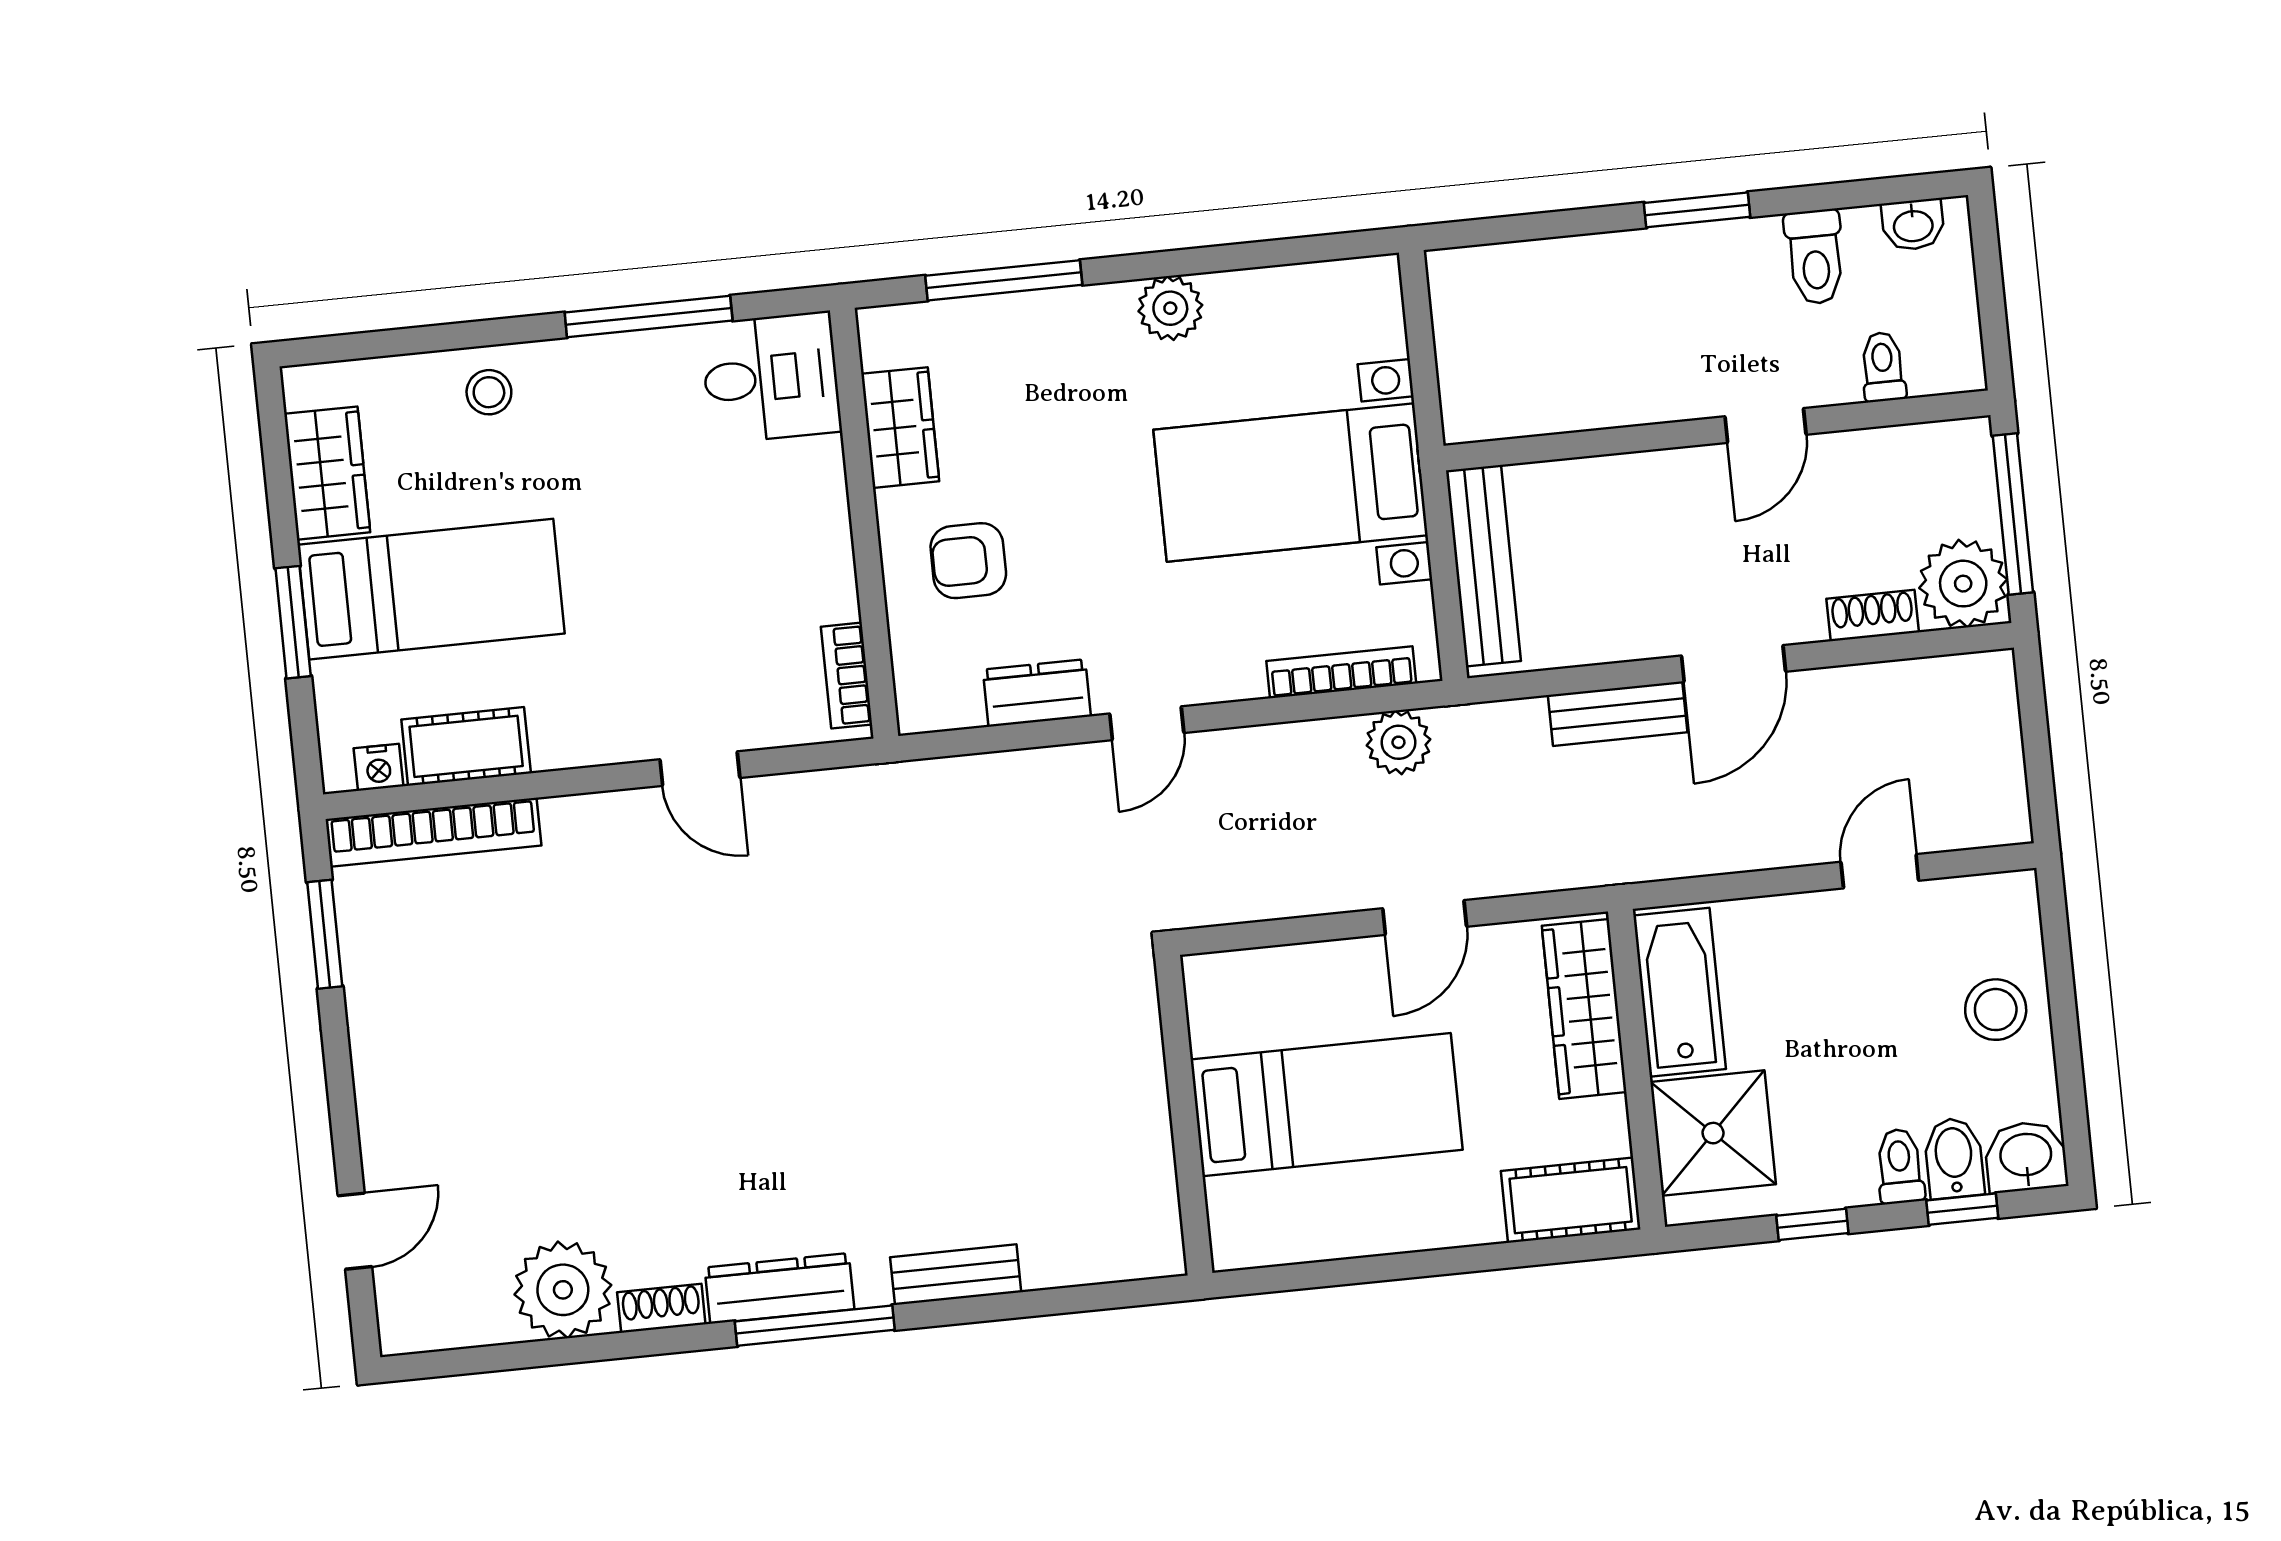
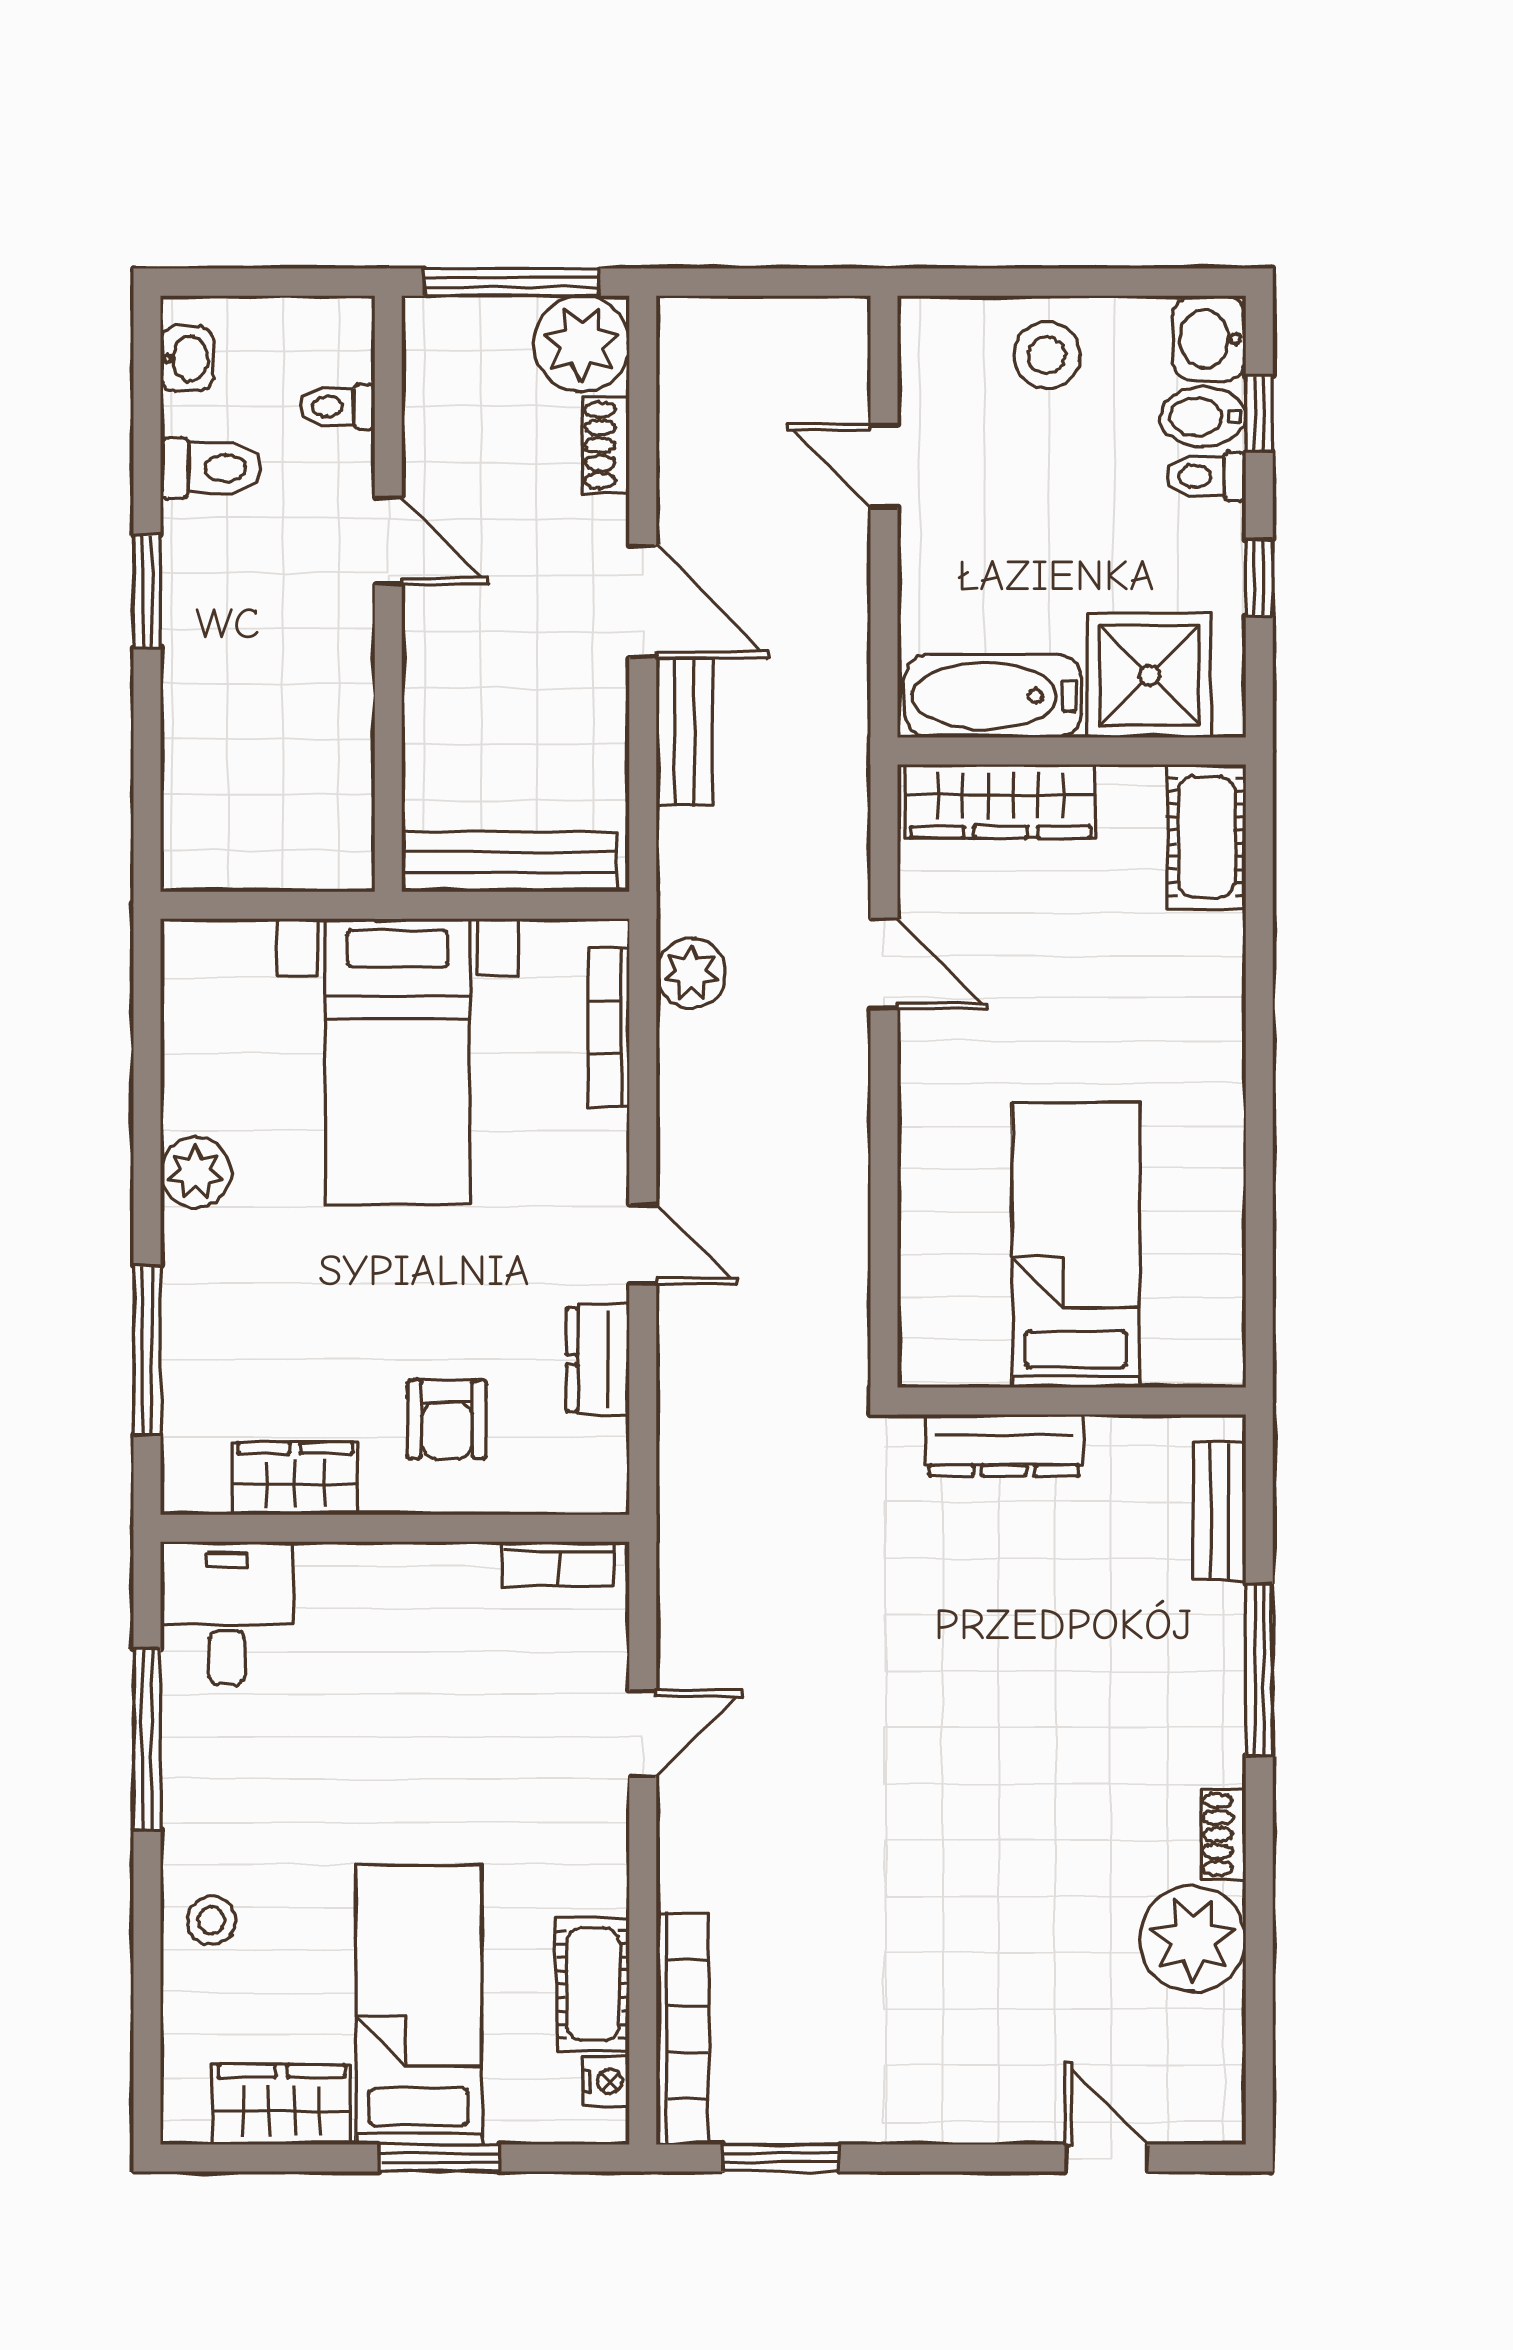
bed: (1327, 1105) -> (1076, 1245), moved
wall: (1184, 1115) -> (1072, 1401), moved
dresser: (779, 1288) -> (1004, 1445), moved, turned -90

